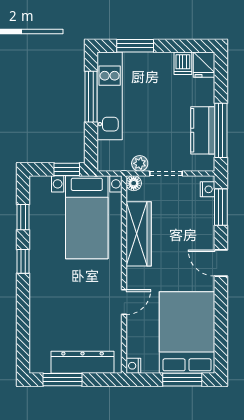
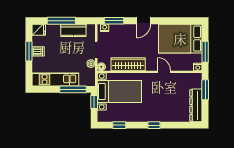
window: (135, 46) -> (29, 51), moved
dishwasher: (183, 63) -> (38, 51), moved
window: (91, 97) -> (73, 89), moved
window: (221, 130) -> (61, 21), moved
window: (23, 261) -> (154, 125), moved
dresser: (83, 362) -> (196, 105), moved
window: (62, 380) -> (205, 90), moved
window: (182, 380) -> (205, 52), moved

